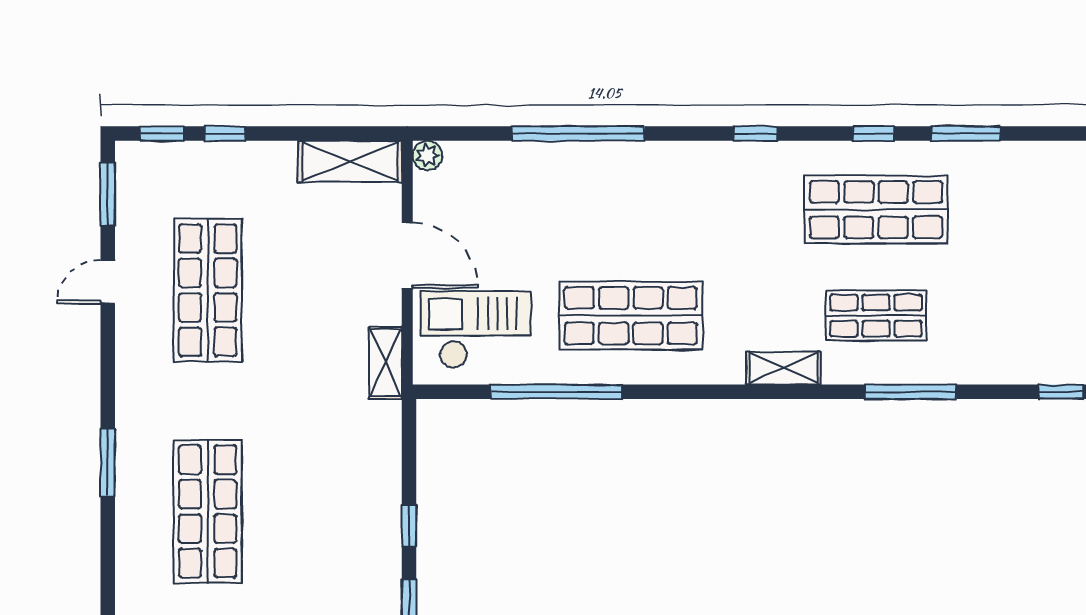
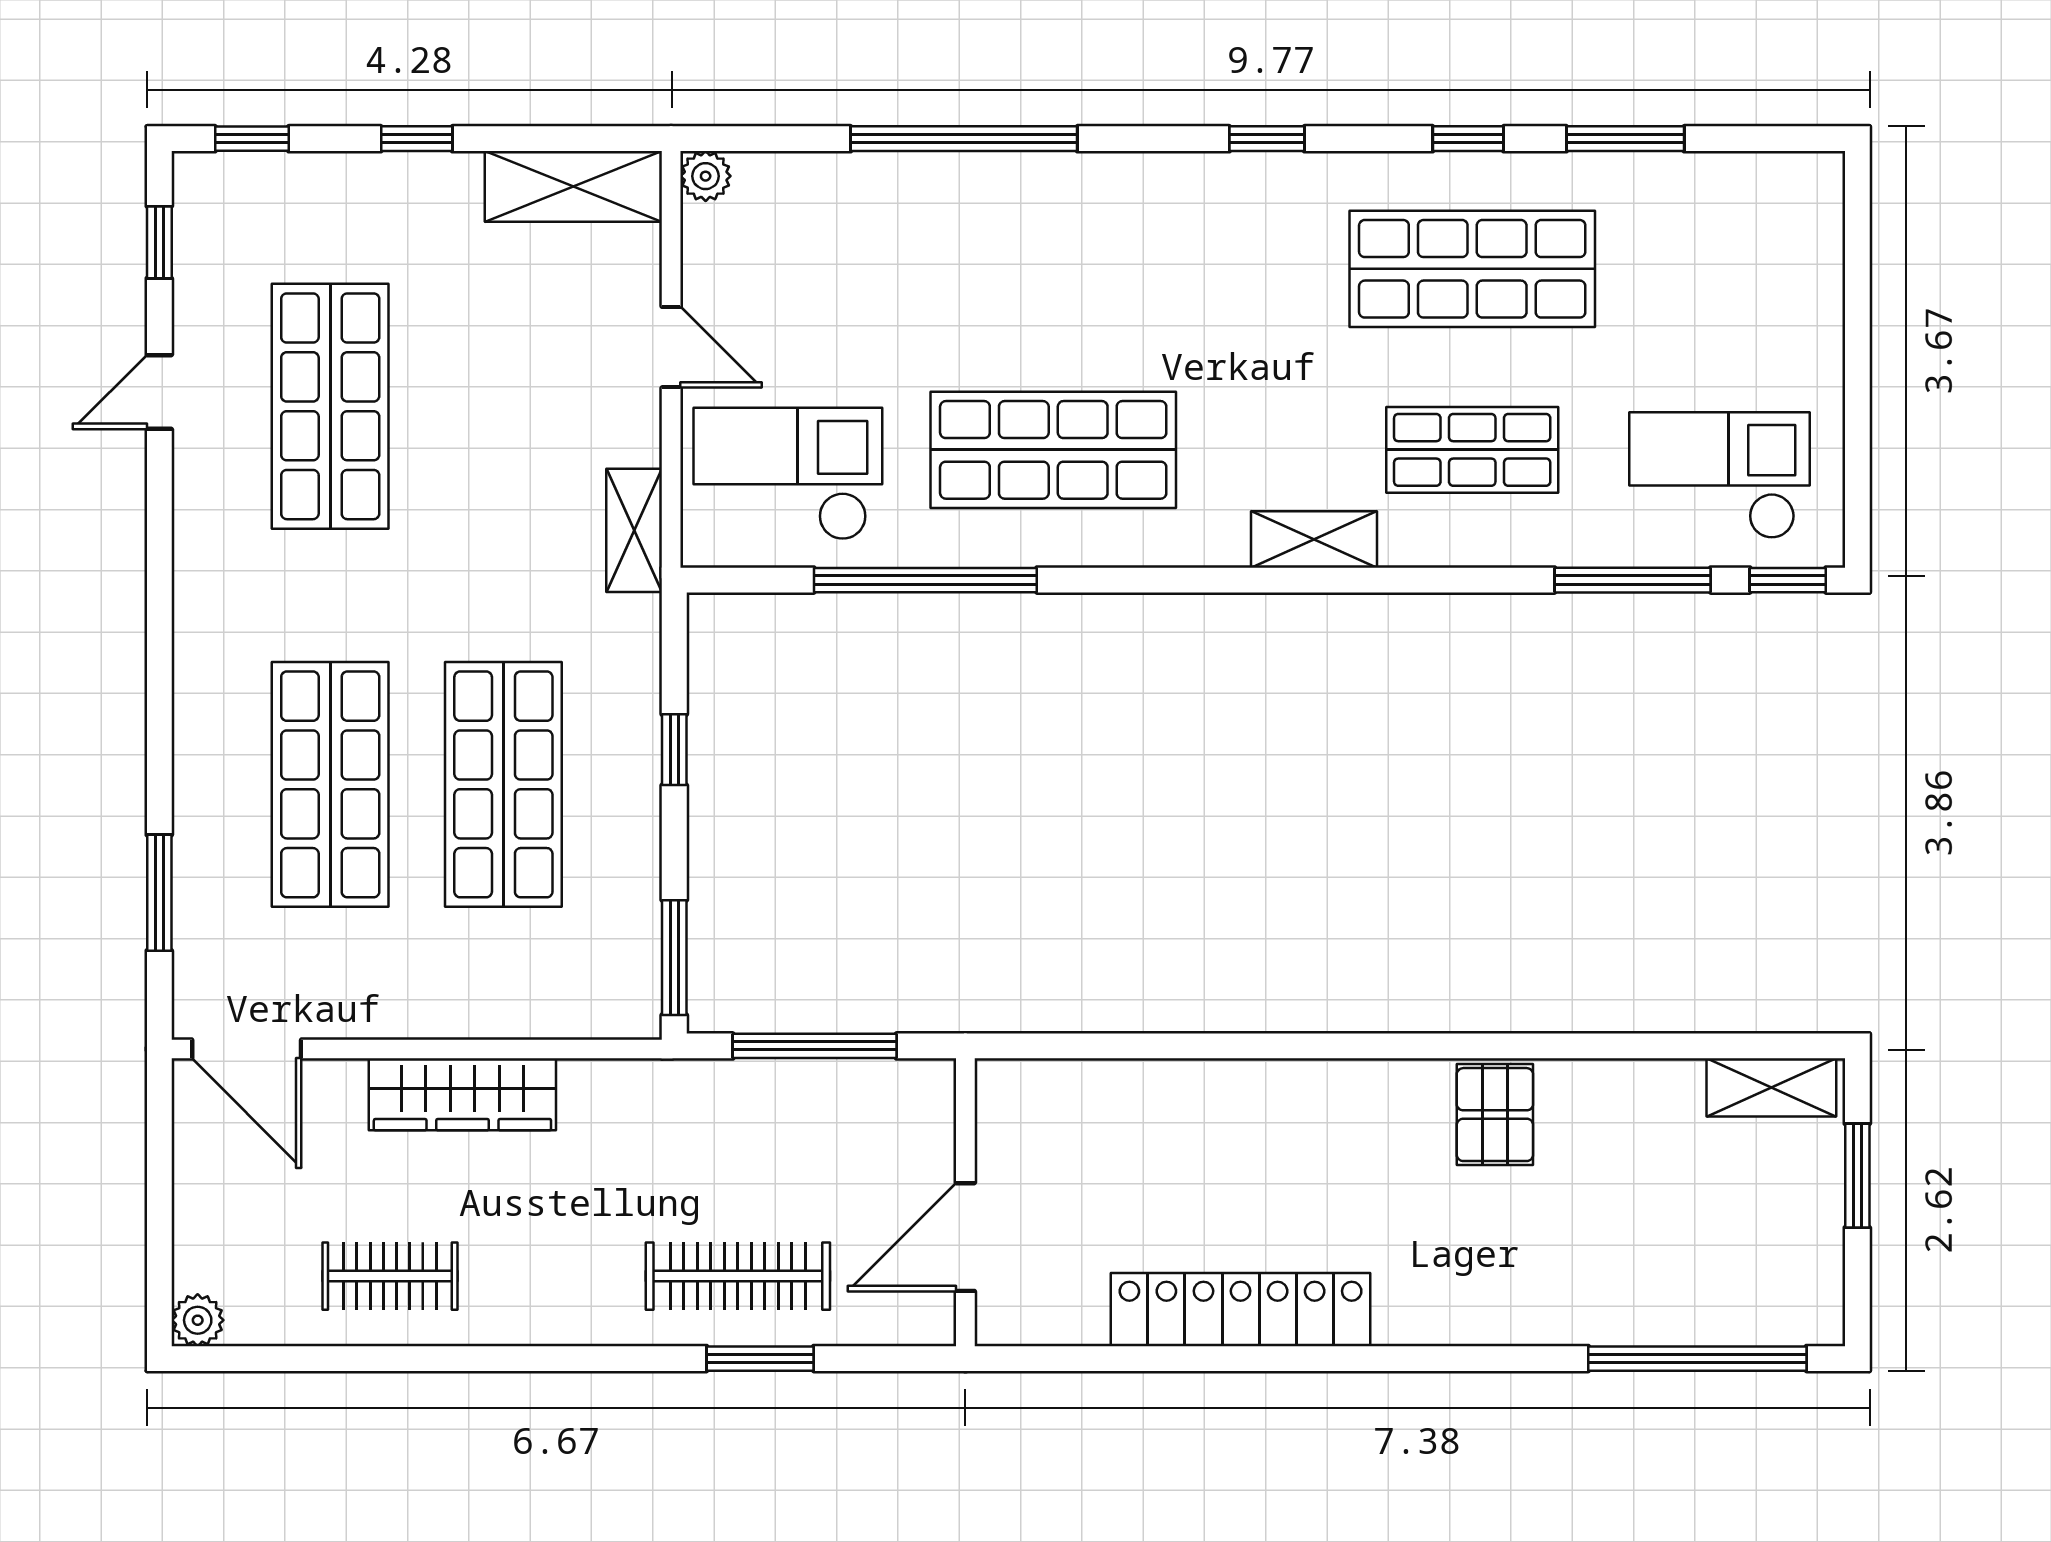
window: (225, 134) -> (417, 139), moved
window: (108, 194) -> (159, 242), width x0.67
door: (407, 255) -> (671, 347), width x0.73
checkout: (1021, 331) -> (1720, 475), added
window: (911, 392) -> (1633, 580), moved
window: (108, 463) -> (159, 893), moved
shop shelf: (309, 511) -> (503, 784), added
window: (409, 526) -> (674, 750), moved

